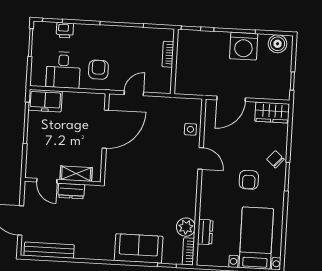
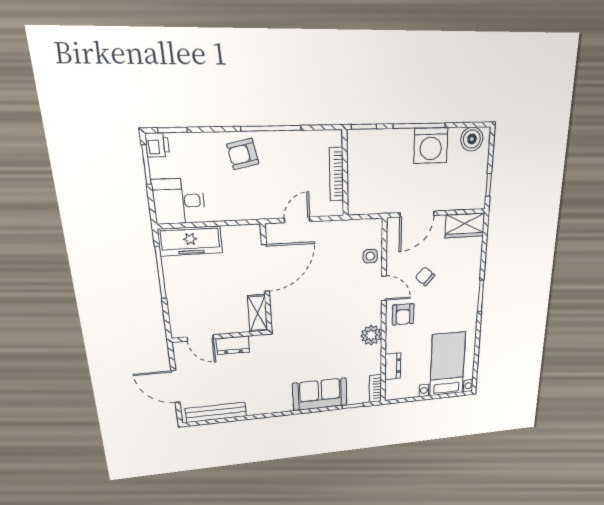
printer: (65, 30) -> (157, 145), moved, turned -90
bookcase: (168, 54) -> (336, 174), width x1.56
desk: (63, 70) -> (179, 201), moved, turned 90
armchair: (98, 70) -> (243, 154), moved, turned -102
freezer: (45, 101) -> (190, 241), width x1.40
chair: (275, 159) -> (425, 276), moved
shelving: (76, 174) -> (258, 313), moved, turned 90
armchair: (249, 180) -> (403, 314), moved
plant: (186, 227) -> (371, 335), moved

